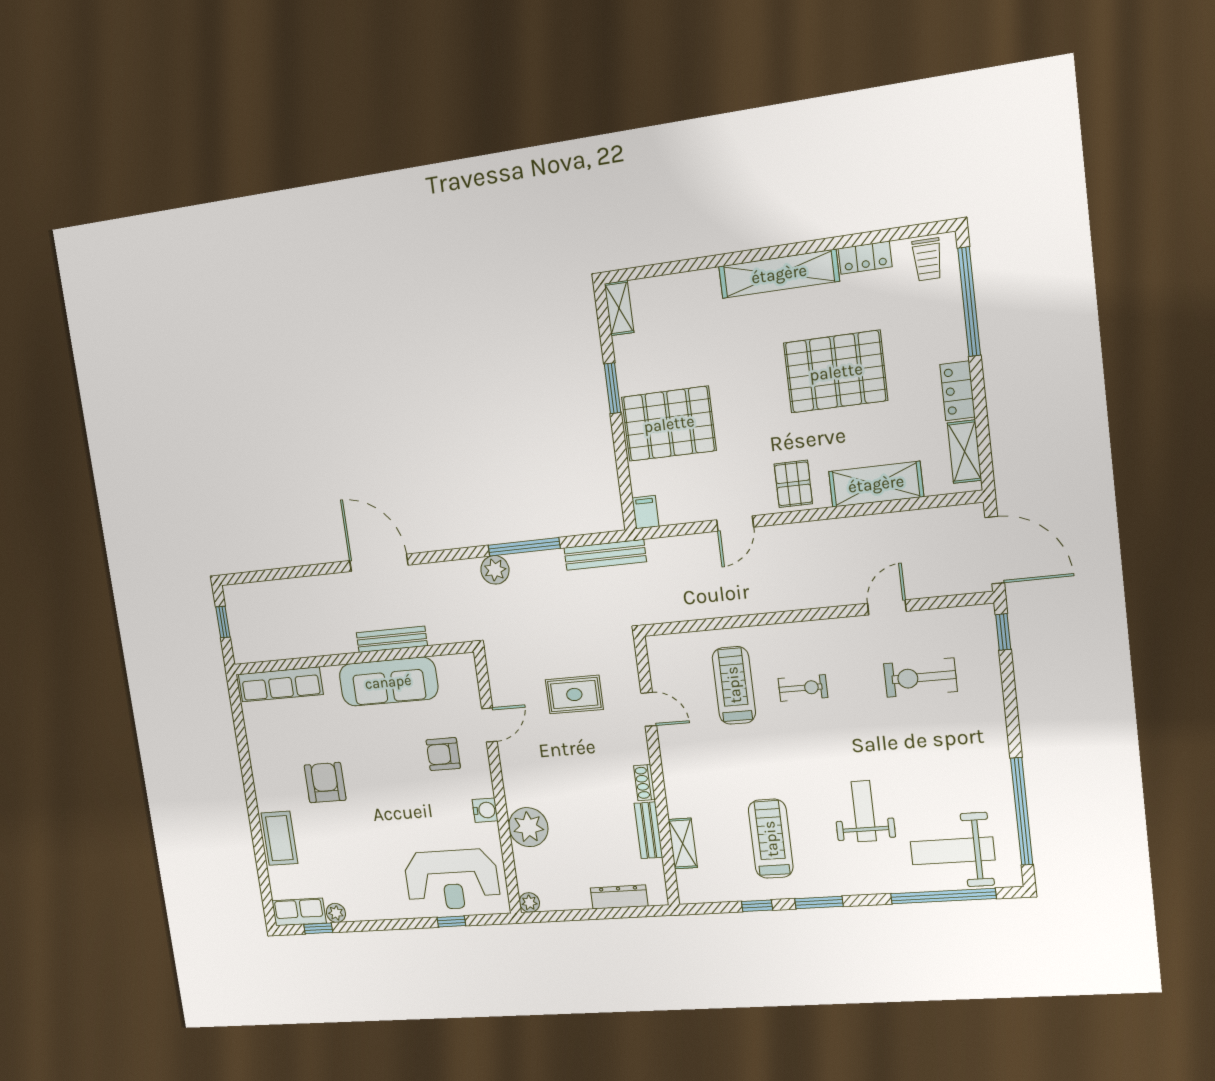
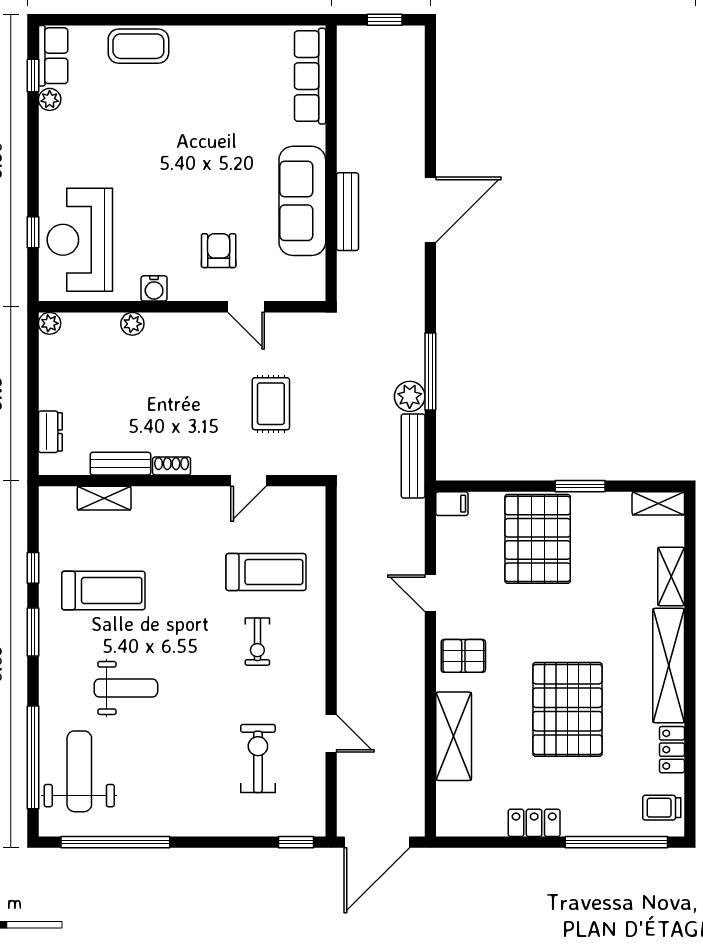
shelving: (964, 452) -> (671, 577), moved, turned 90
plant: (495, 570) -> (410, 396), moved
armchair: (325, 783) -> (197, 110), removed
plant: (528, 827) -> (132, 324), width x0.53, depth x0.53
dresser: (619, 897) -> (50, 432), width x0.70

